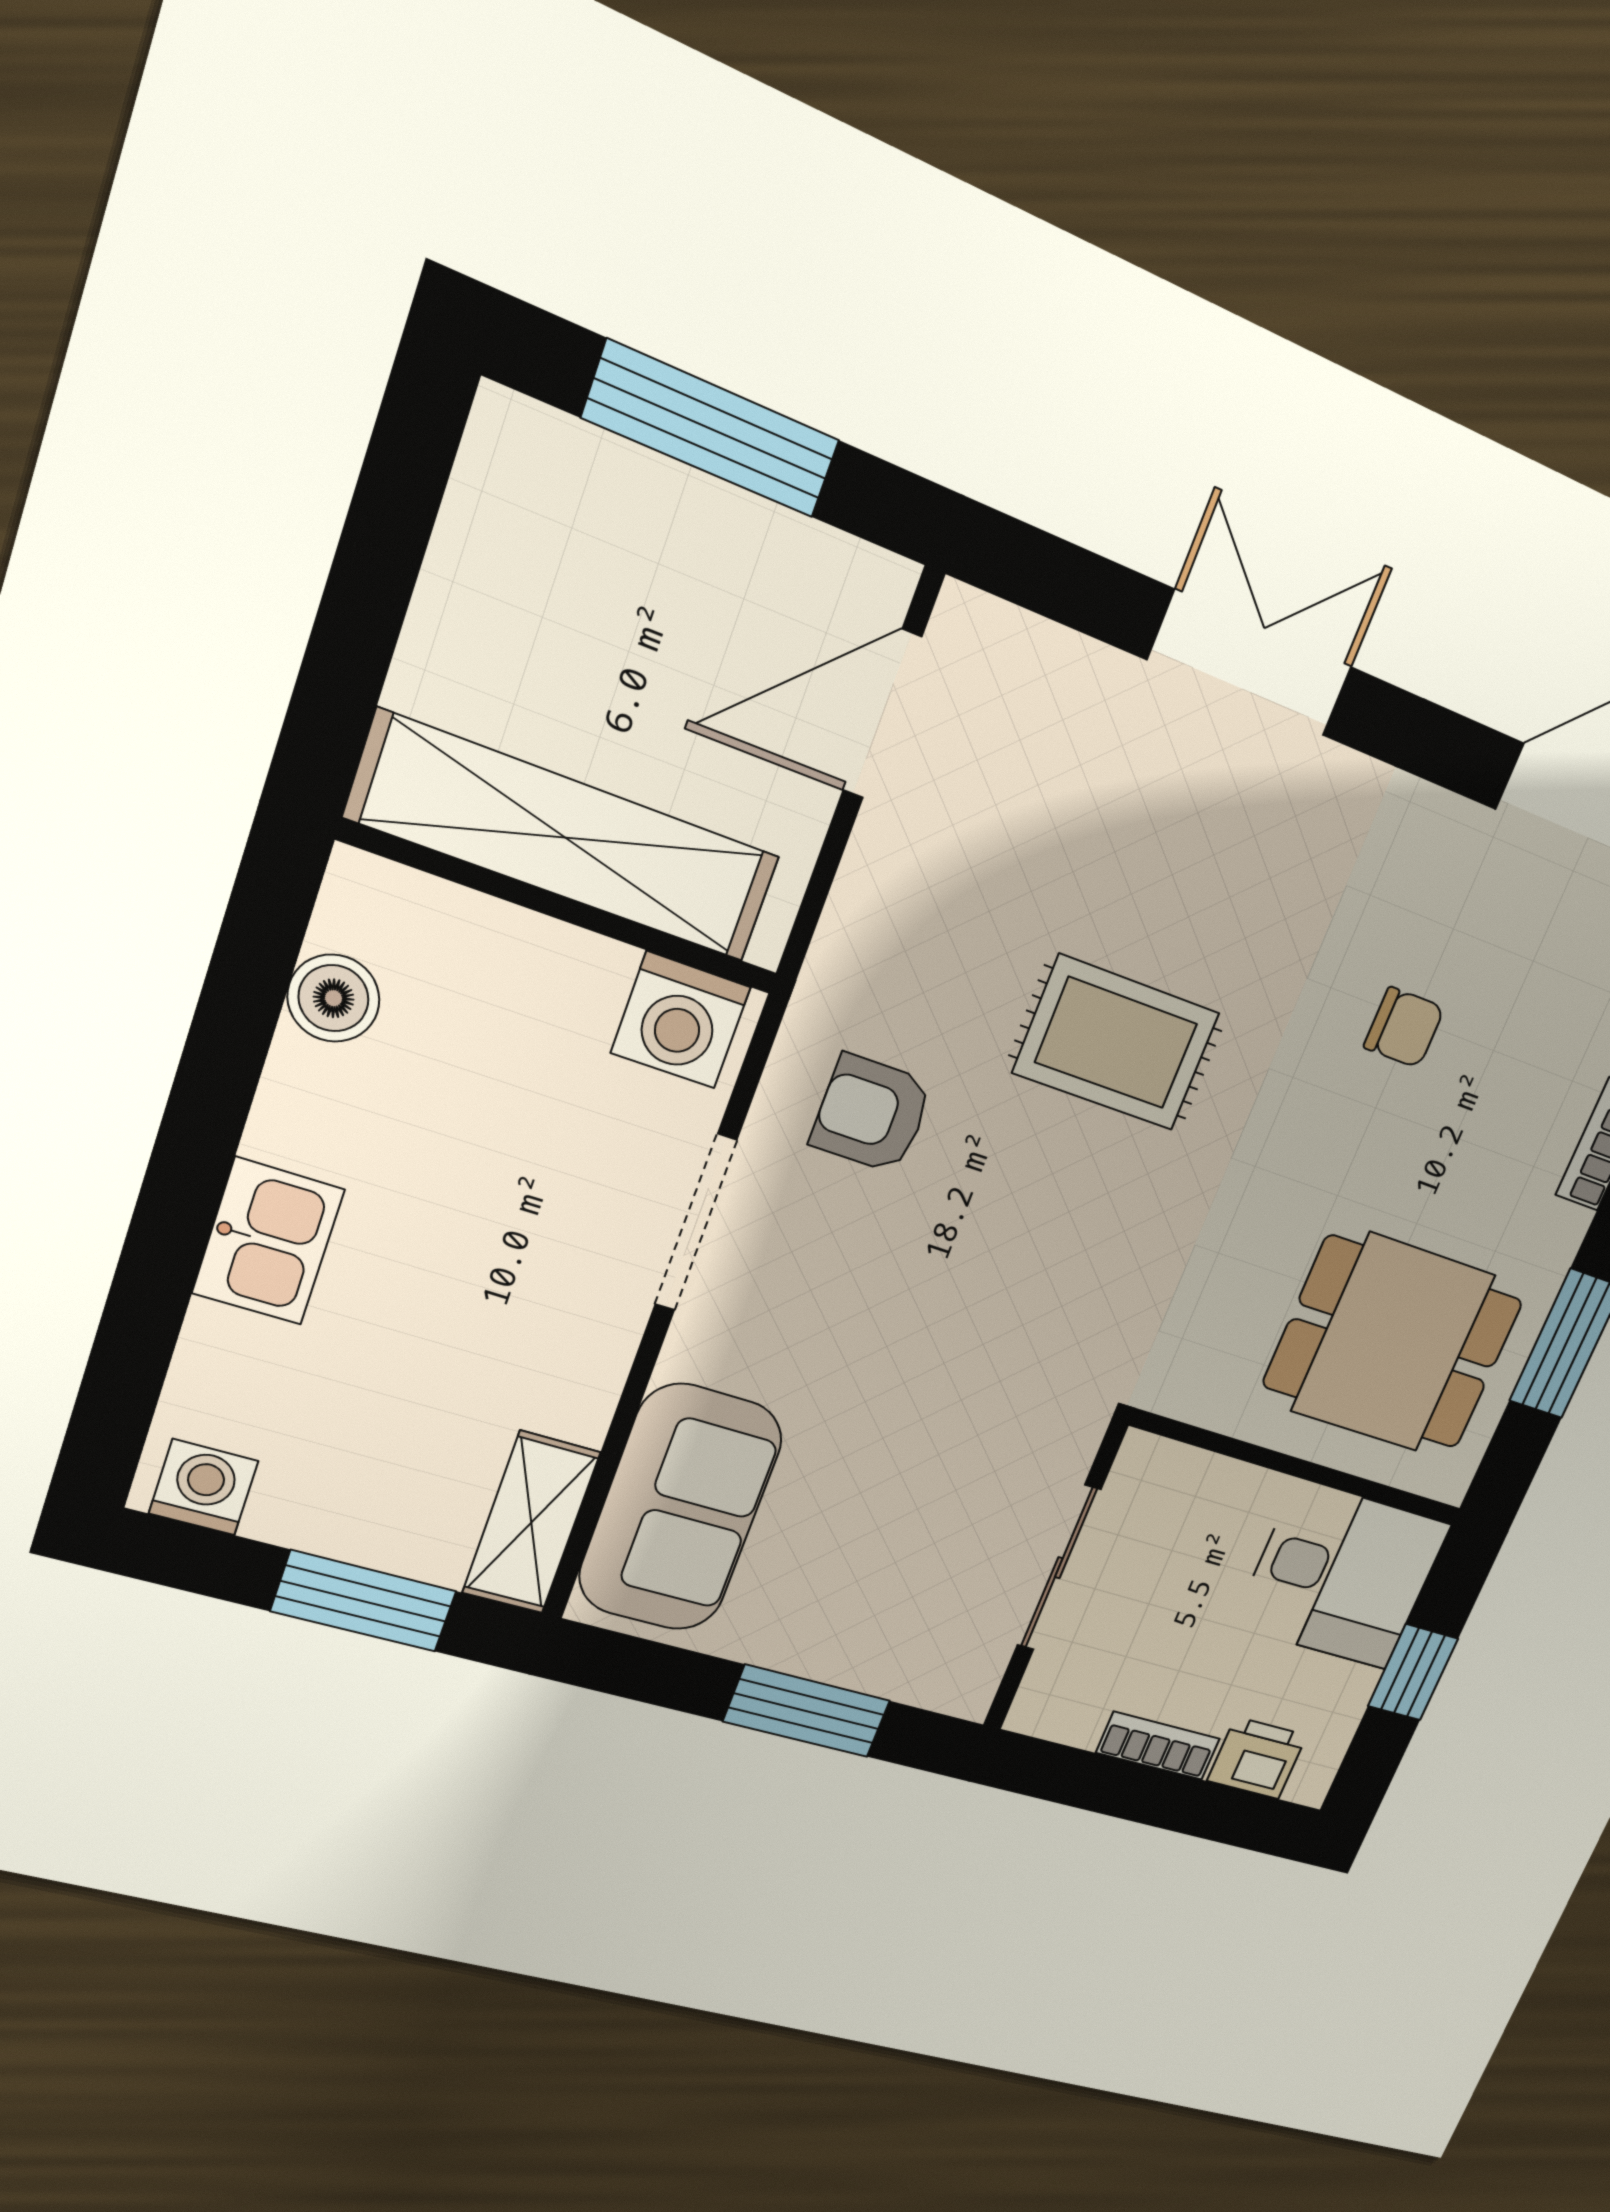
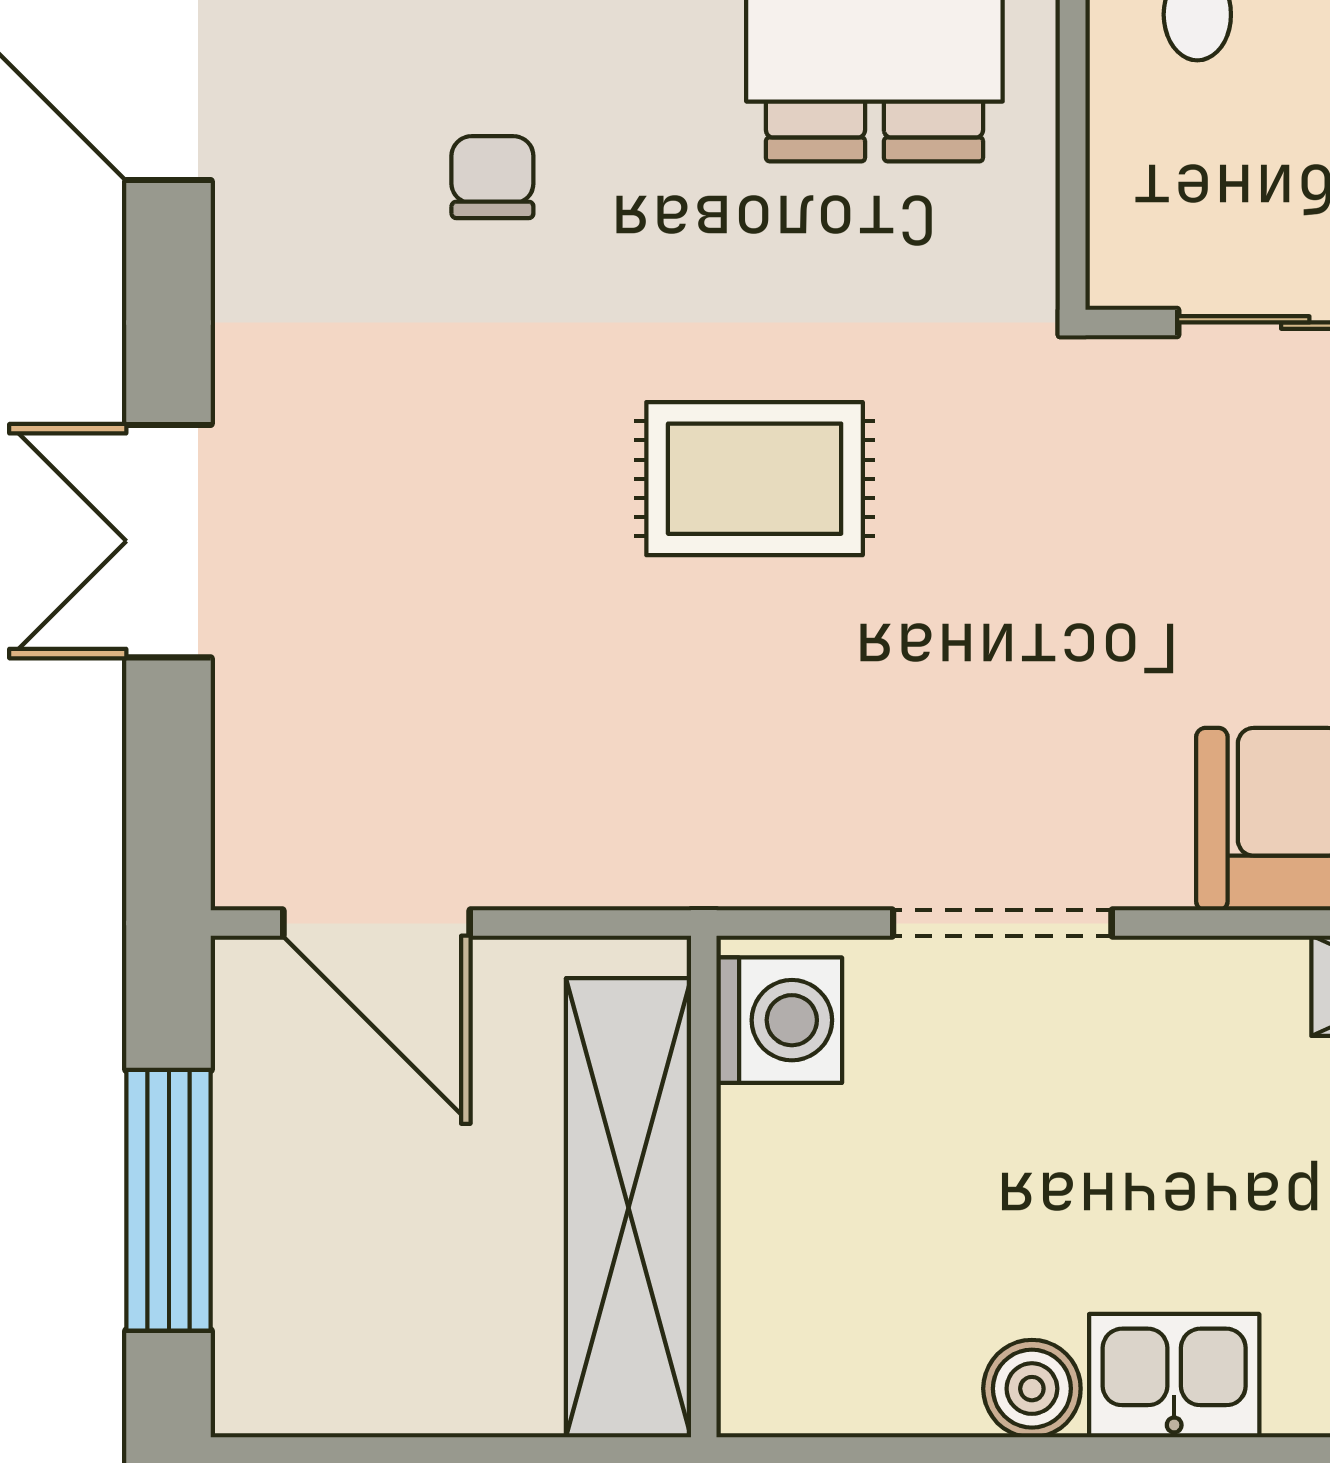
boiler: (333, 998) -> (1032, 1389), moved
rug: (1116, 1043) -> (755, 479), moved, turned 90
armchair: (872, 1114) -> (811, 770), removed

